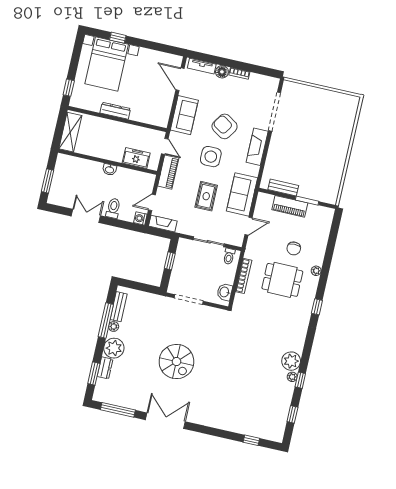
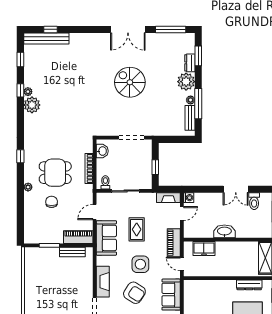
dresser: (115, 111) -> (249, 285), moved
washbasin: (110, 170) -> (224, 231), width x1.91, depth x1.45
piano: (290, 206) -> (78, 237), moved
toilet: (113, 208) -> (254, 201), moved
bench: (258, 431) -> (46, 38), added

